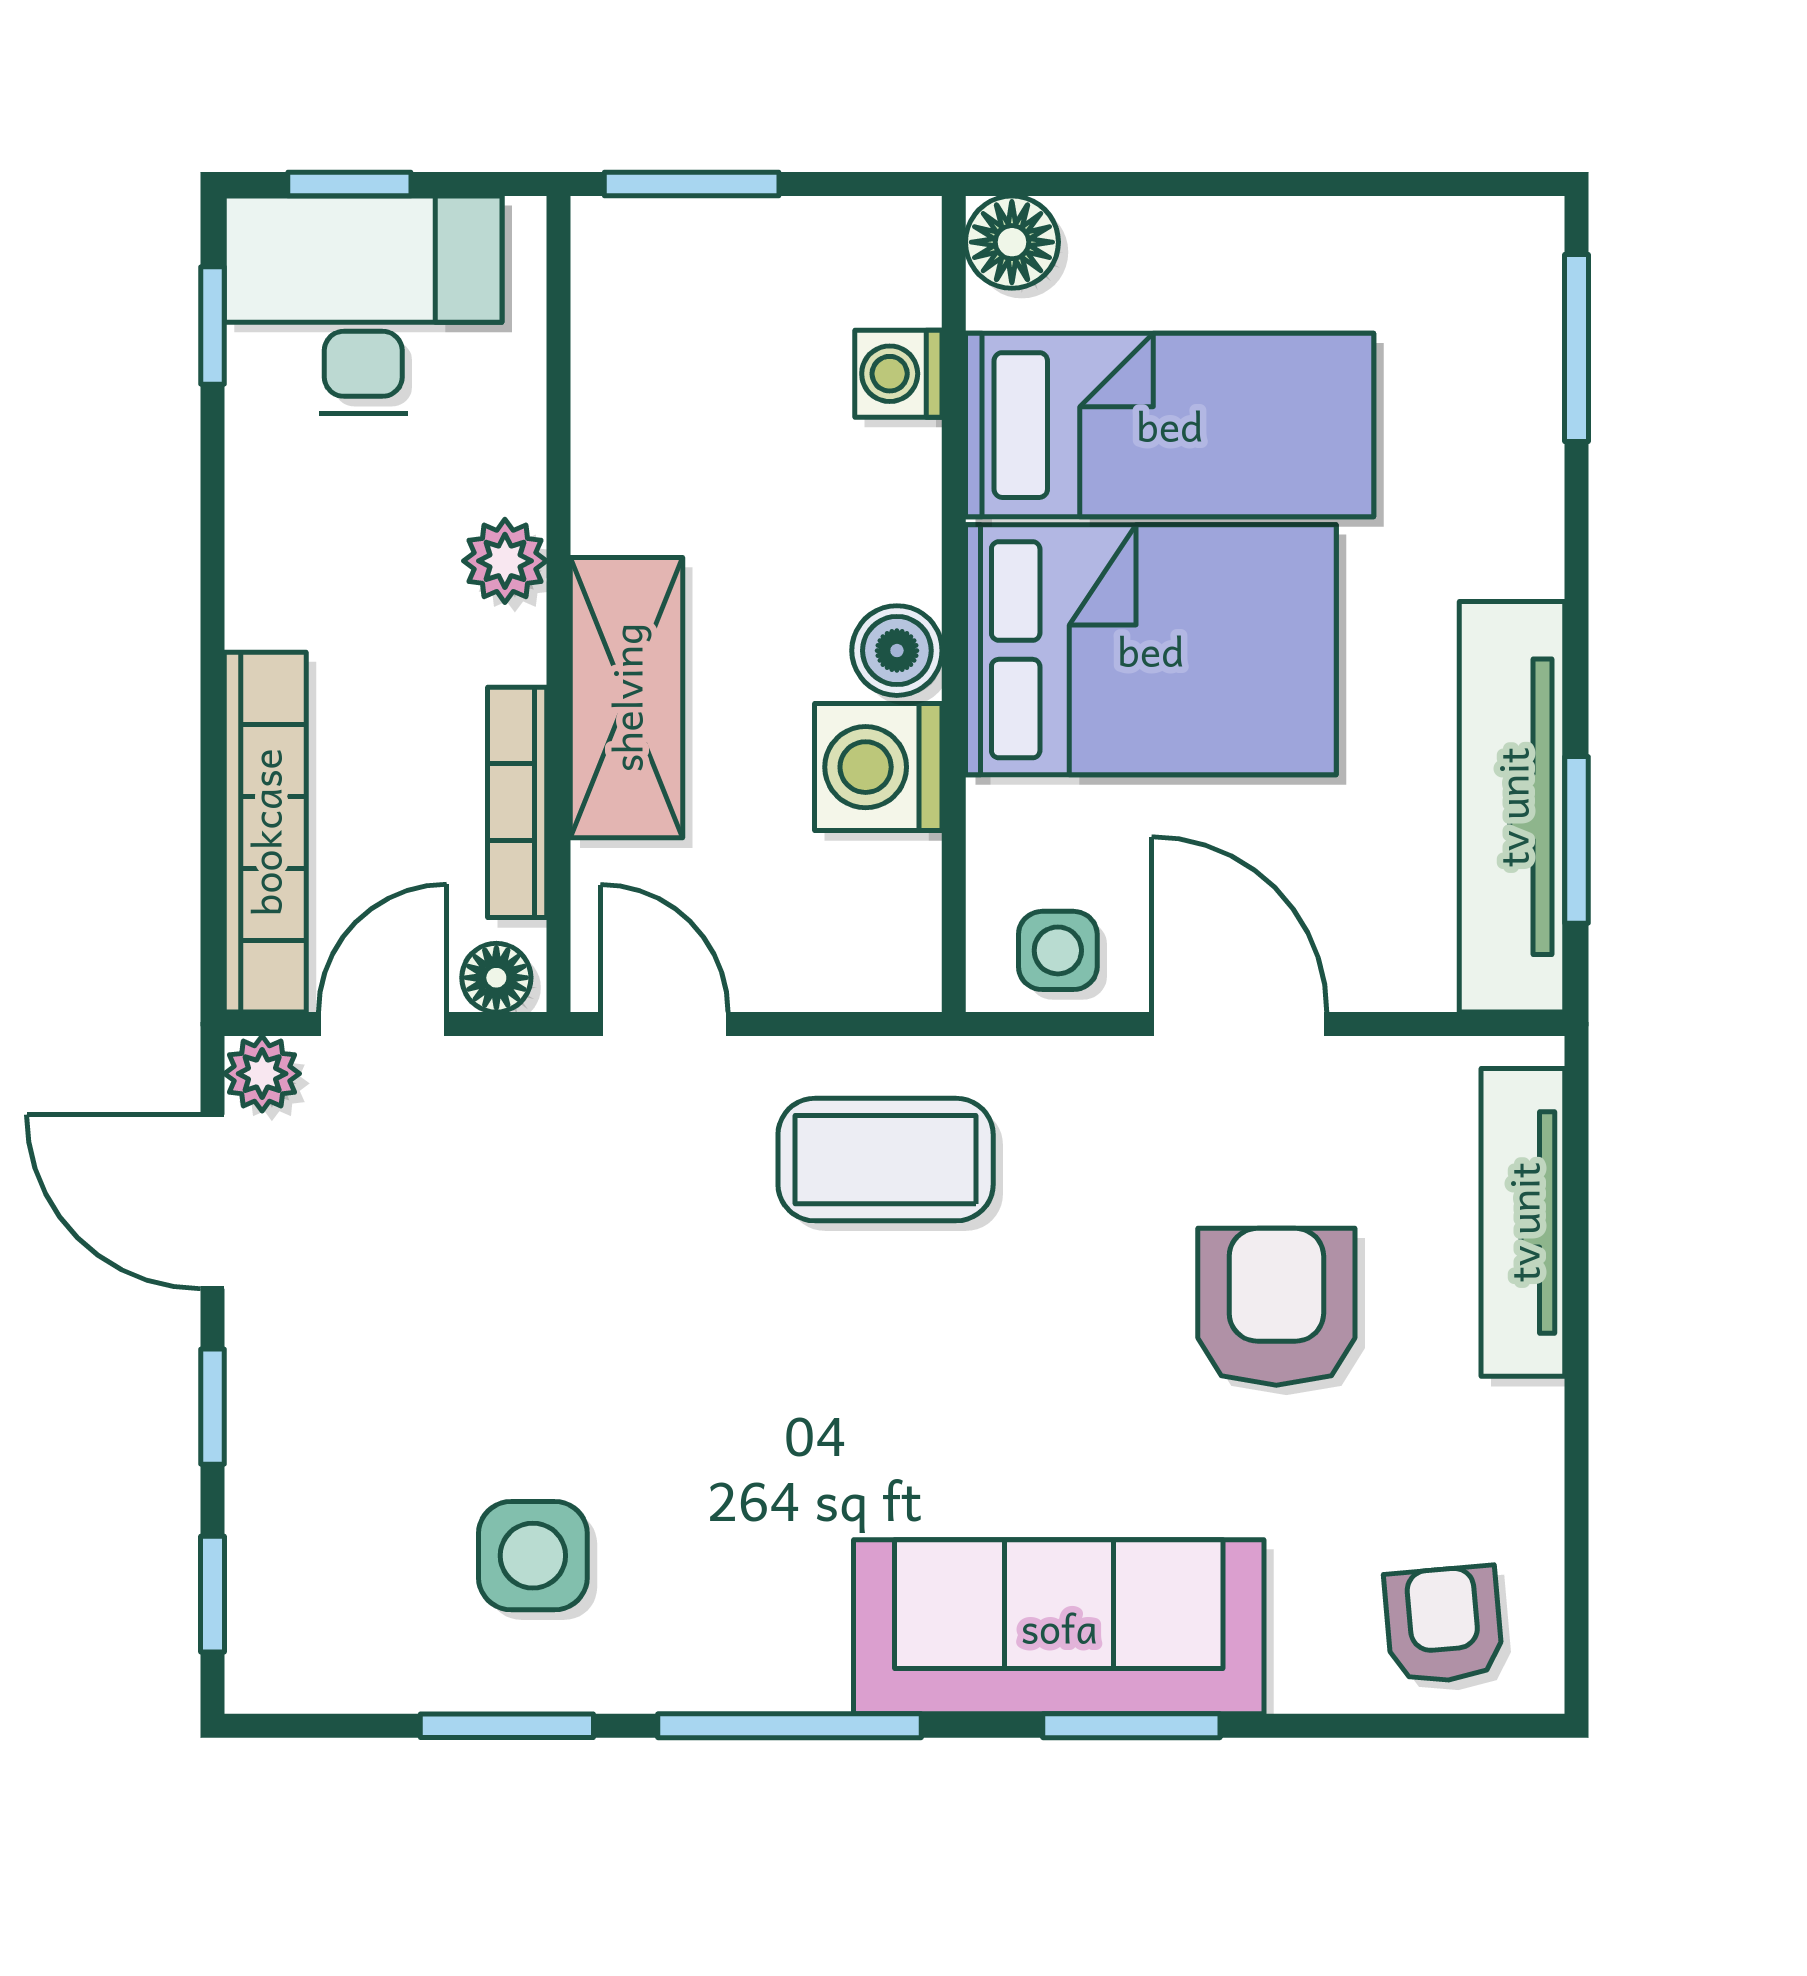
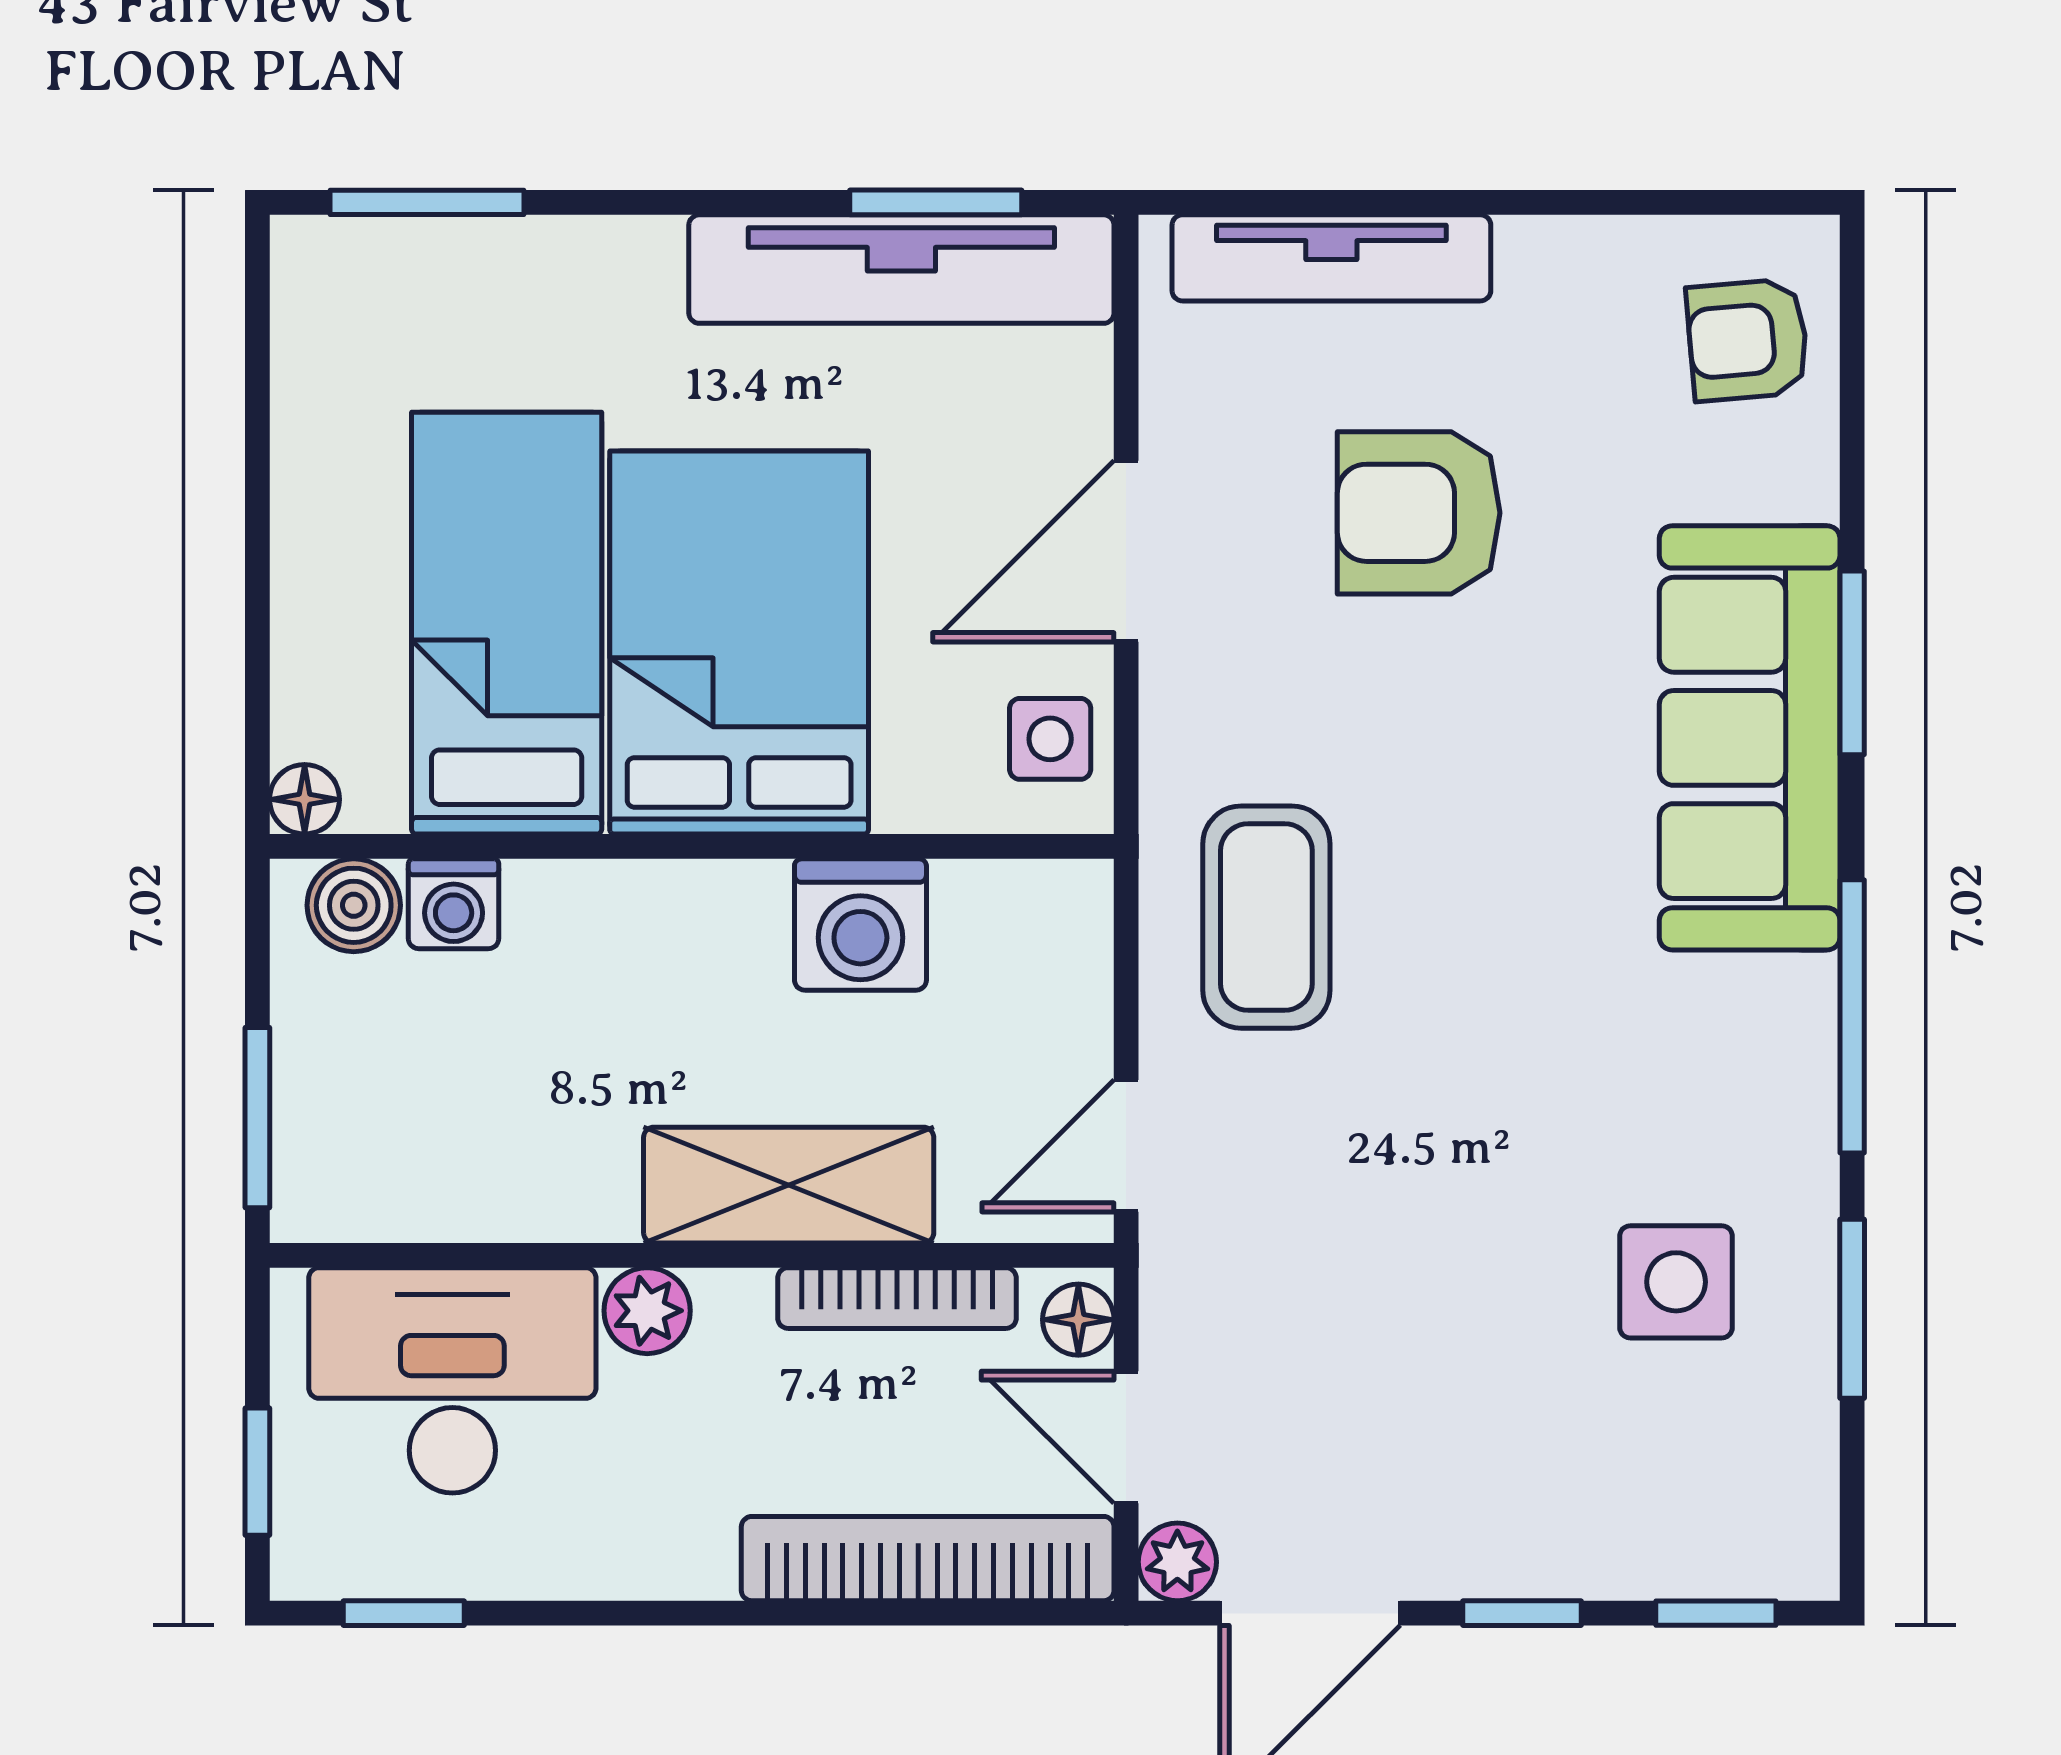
floor lamp: (1012, 242) -> (305, 799), width x0.73, depth x0.73
desk: (363, 305) -> (452, 1380), moved, turned 90
boiler: (897, 651) -> (354, 905), moved

